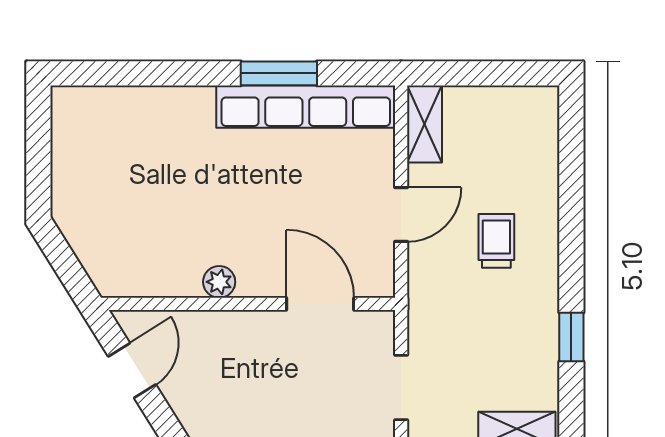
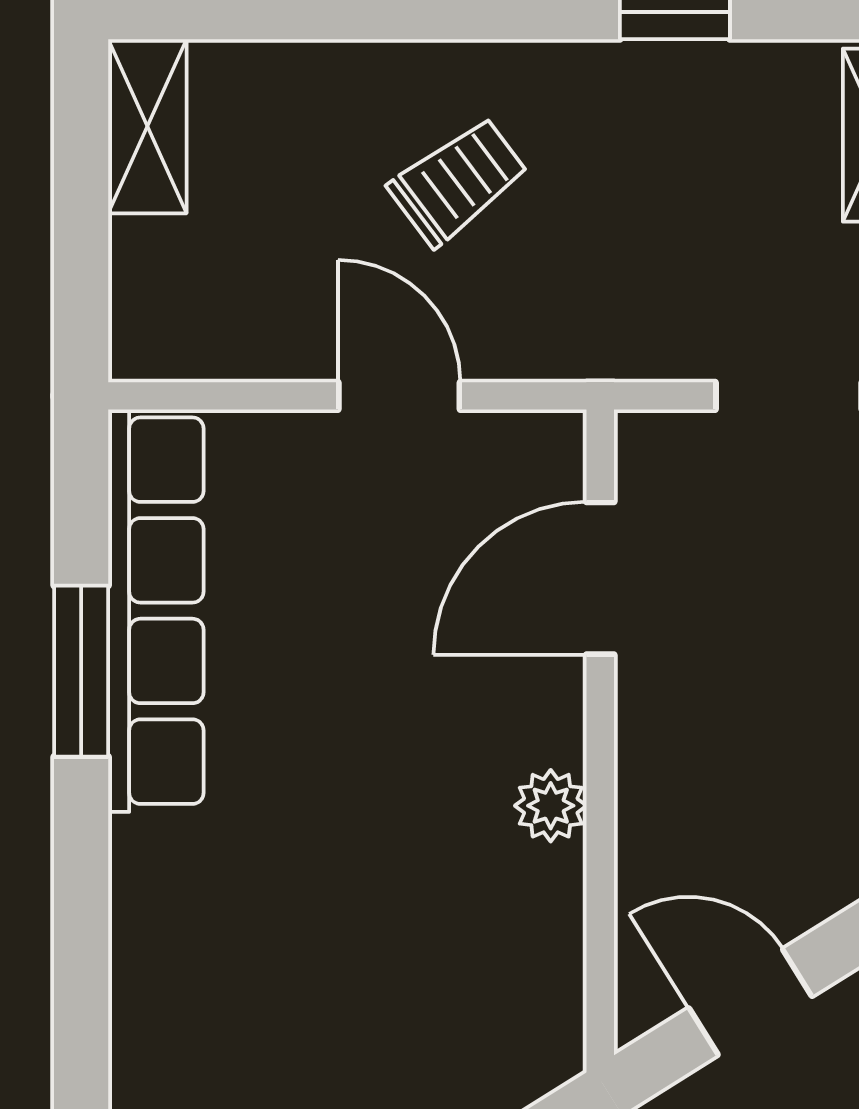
shelving: (425, 124) -> (147, 126), moved, turned 90
trolley: (496, 241) -> (458, 181), turned 143

